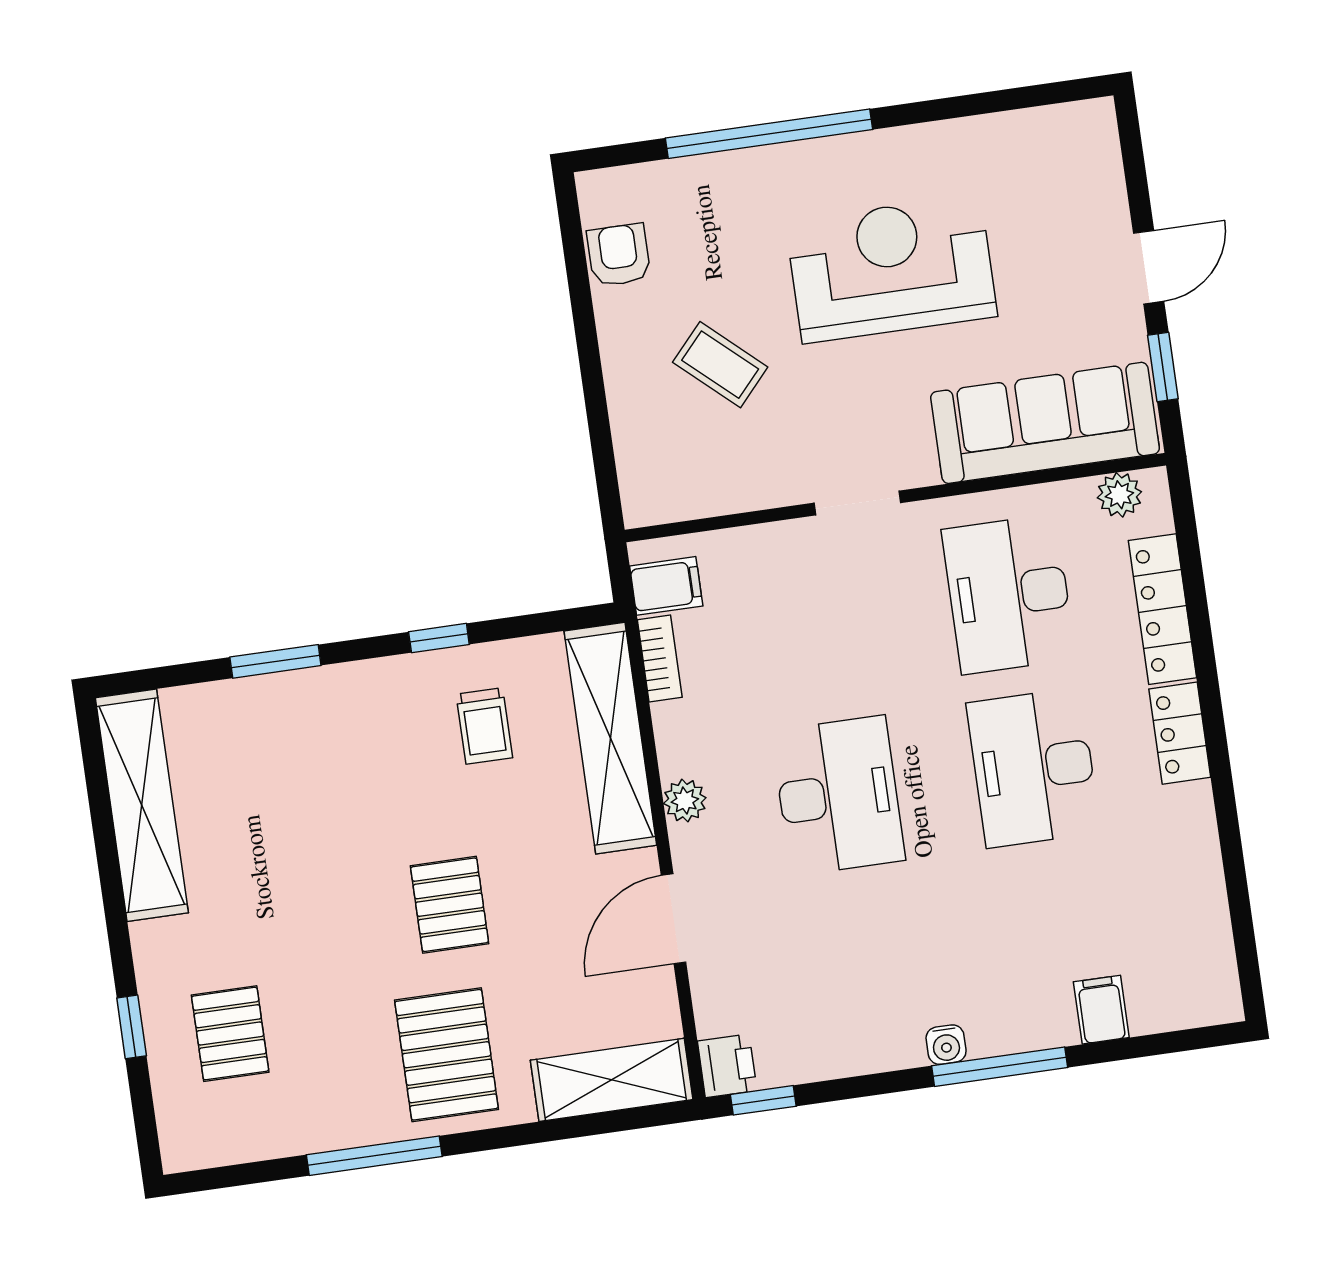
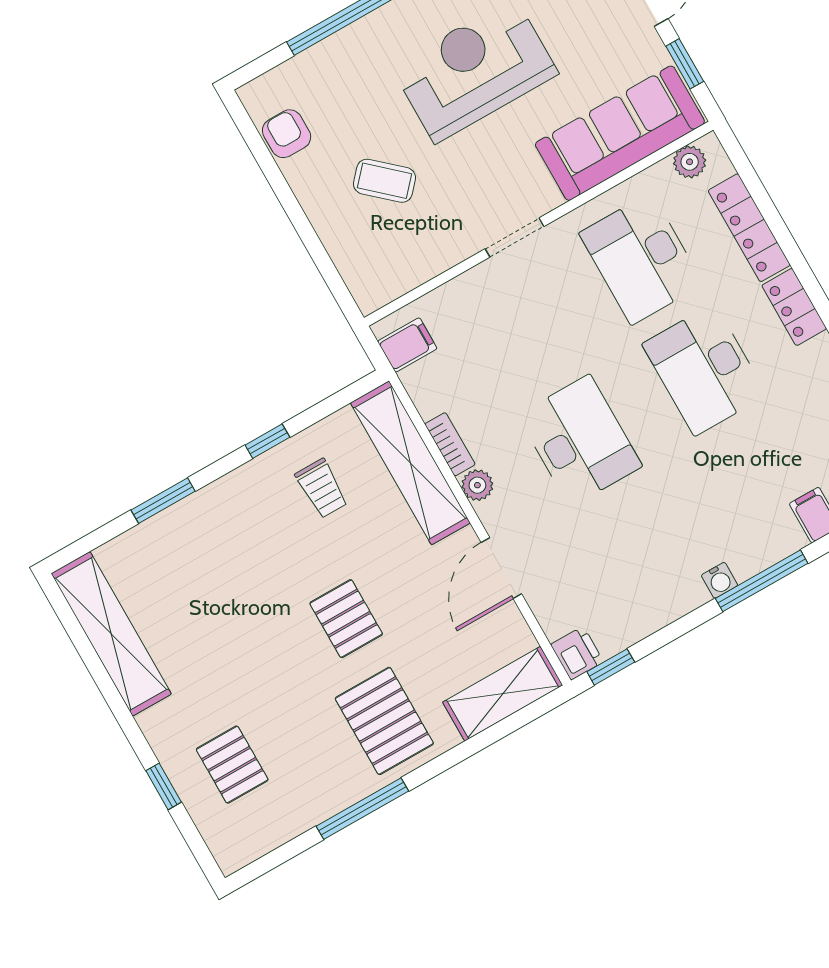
bookcase: (660, 659) -> (450, 444), moved

